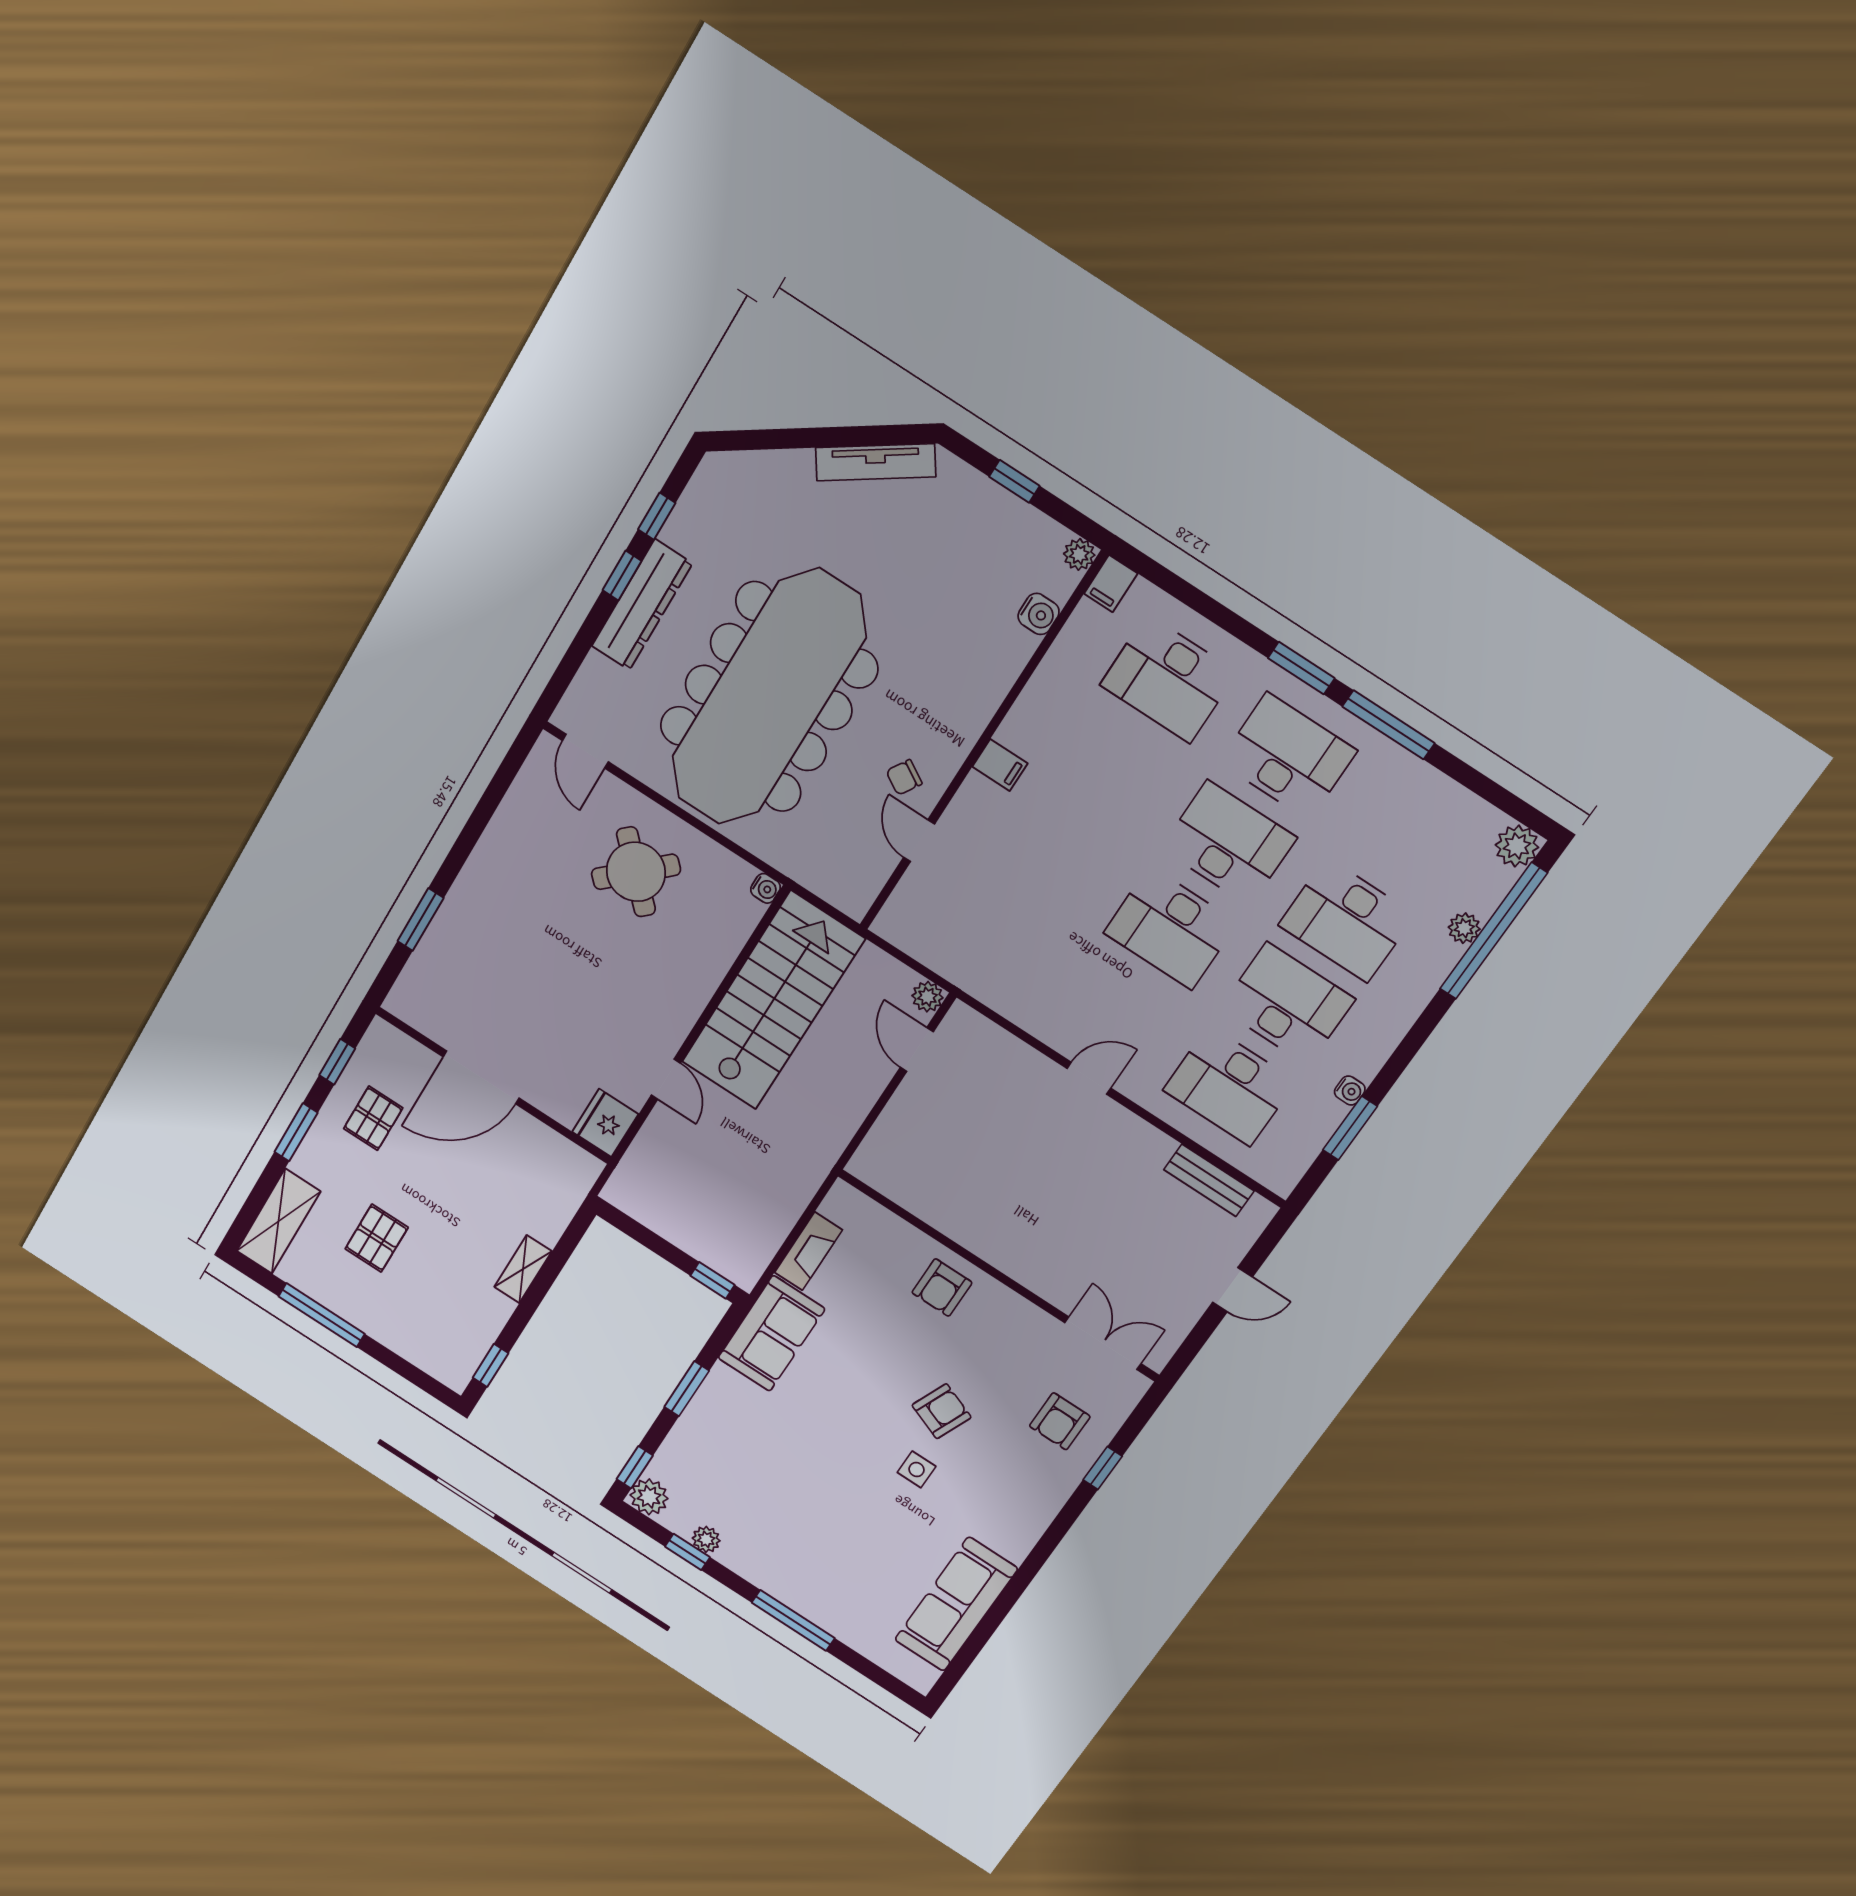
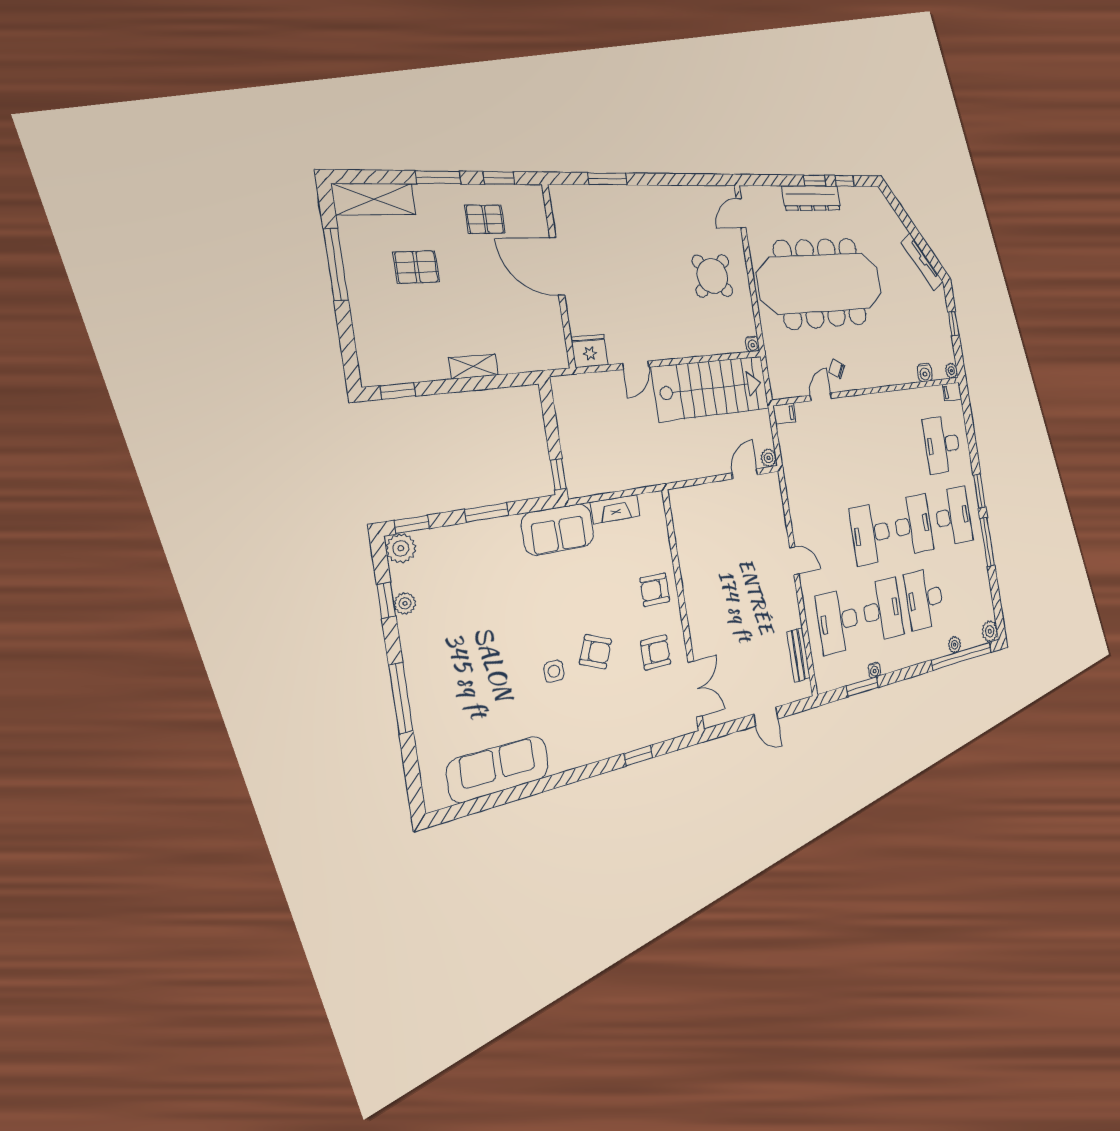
filing cabinet: (1000, 765) -> (784, 414), moved, turned -90
armchair: (1060, 1421) -> (656, 653), moved, turned 180

